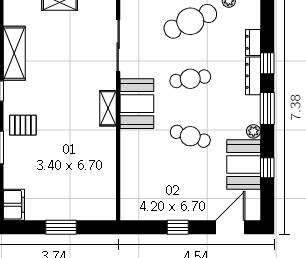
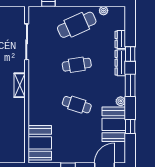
booth: (137, 104) -> (40, 143), moved

